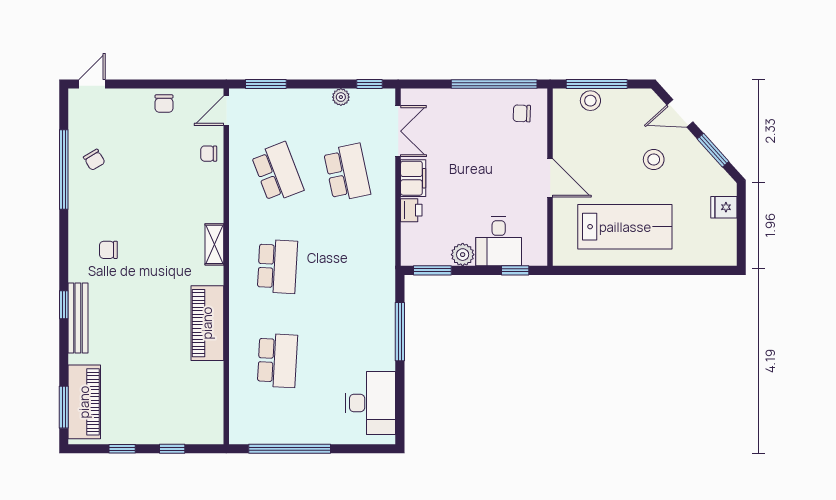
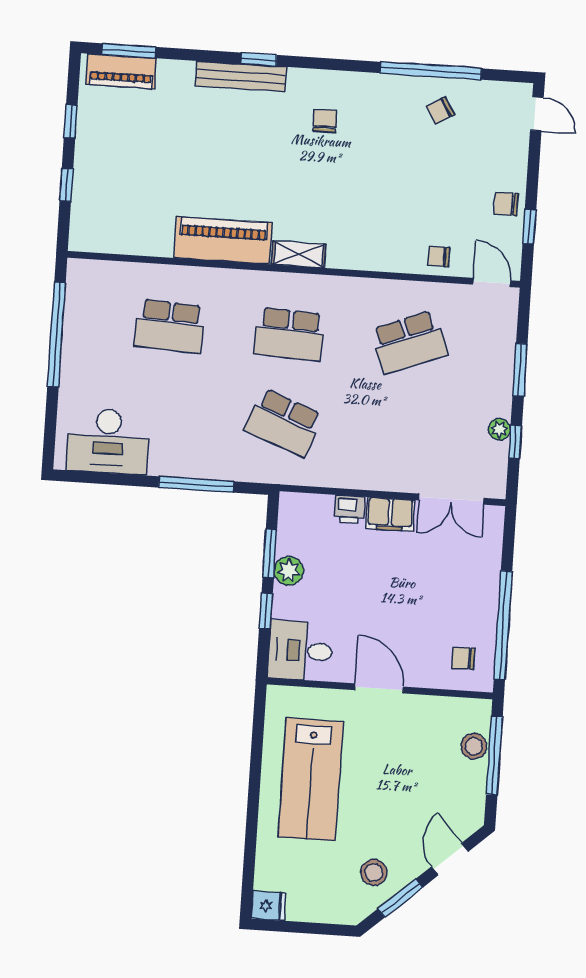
window: (181, 84) -> (529, 227), added
window: (266, 84) -> (520, 370), moved
window: (369, 84) -> (515, 442), moved
chair: (522, 113) -> (463, 658), turned -92
chair: (209, 154) -> (439, 256), turned -90
stool: (654, 160) -> (374, 872), moved
school desk: (347, 172) -> (284, 423), moved, turned 33
door: (550, 178) -> (379, 688), swing flipped
fridge: (724, 207) -> (269, 906), moved, turned 90
desk: (499, 241) -> (300, 651), moved
shelving: (214, 244) -> (299, 254), moved
window: (432, 270) -> (270, 554), moved
window: (515, 270) -> (266, 611), moved
piano: (84, 402) -> (121, 71), width x0.73, depth x0.75

